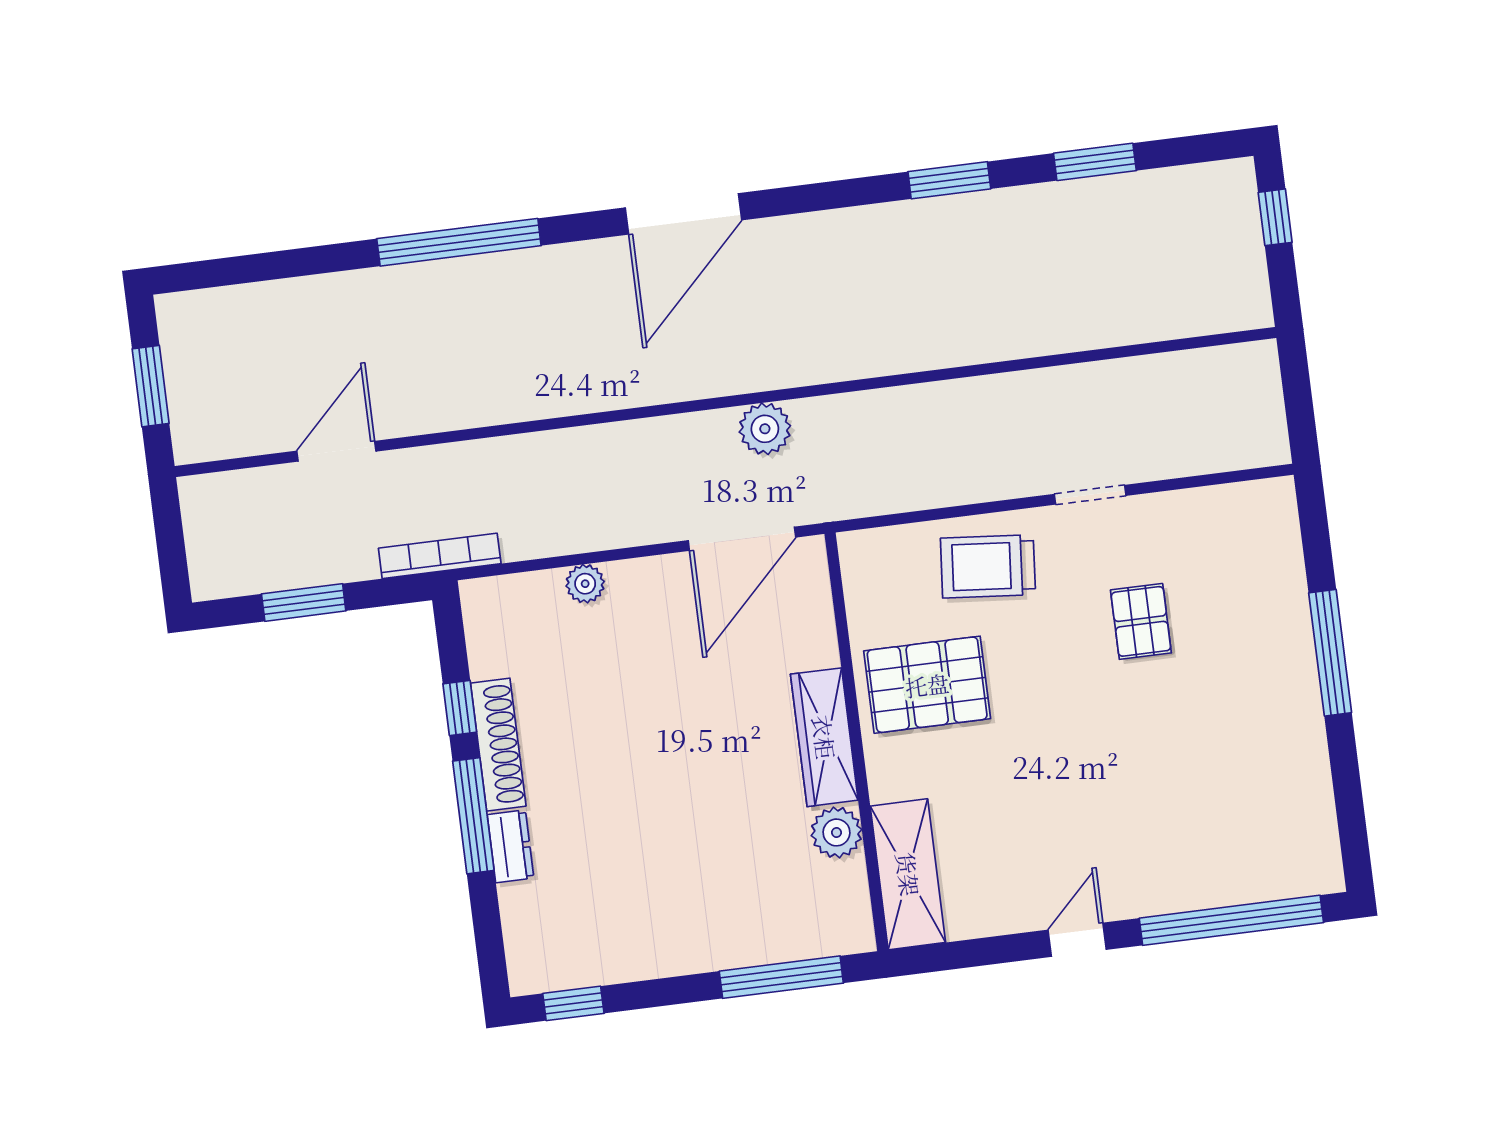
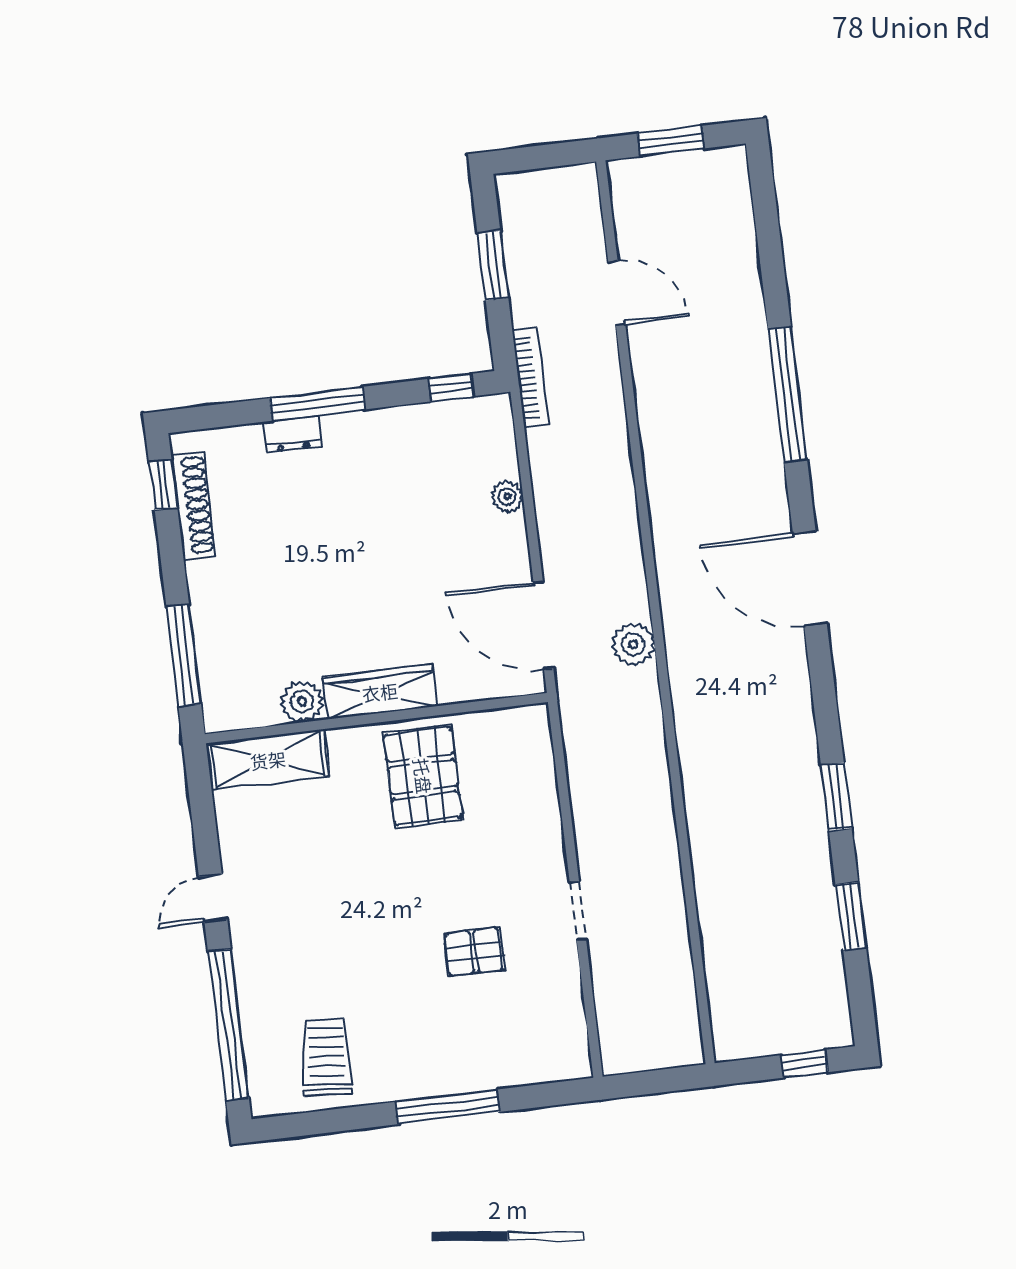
trolley: (988, 566) -> (326, 1057), moved
window: (460, 708) -> (451, 388), moved
shoe rack: (498, 745) -> (193, 505), moved, turned -90
door: (1077, 940) -> (213, 898), swing flipped

